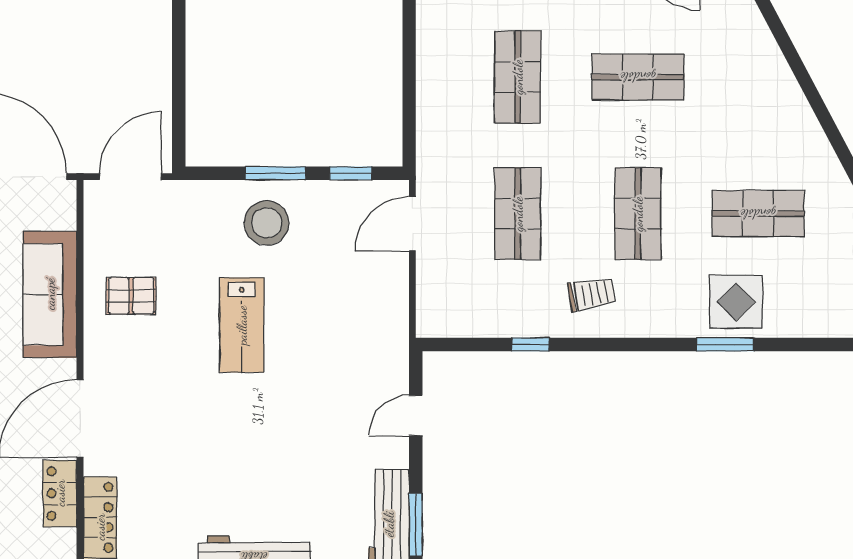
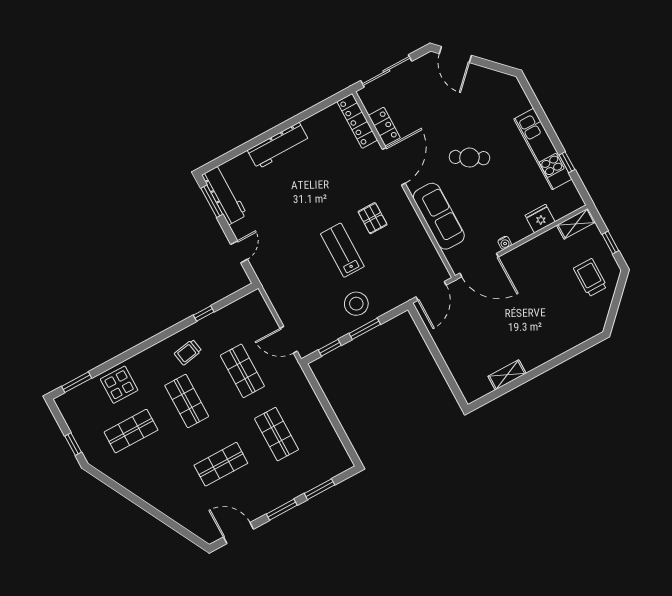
door: (412, 224) -> (289, 340), swing flipped
pallet: (131, 296) -> (373, 218), moved, turned 90
window: (725, 344) -> (77, 382), moved

